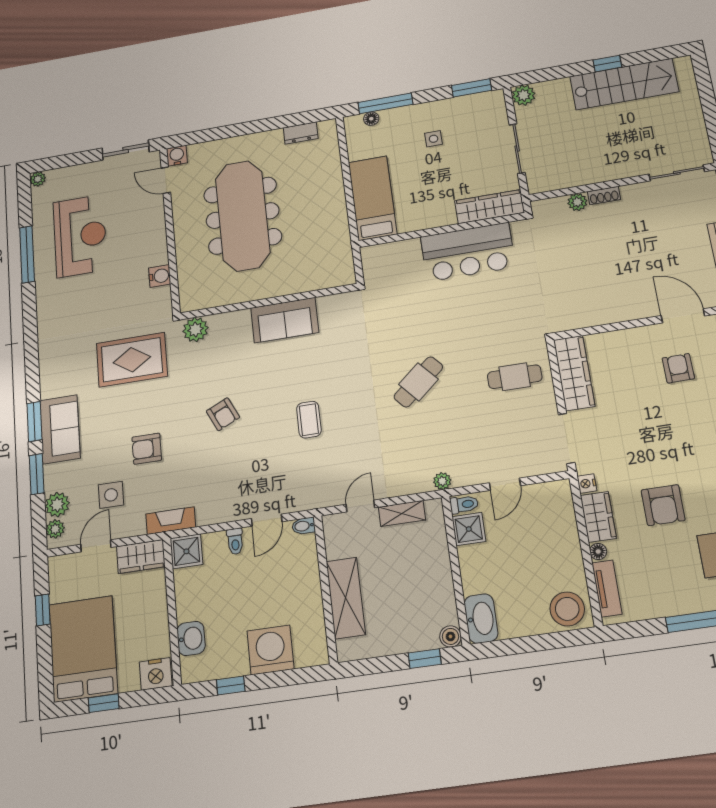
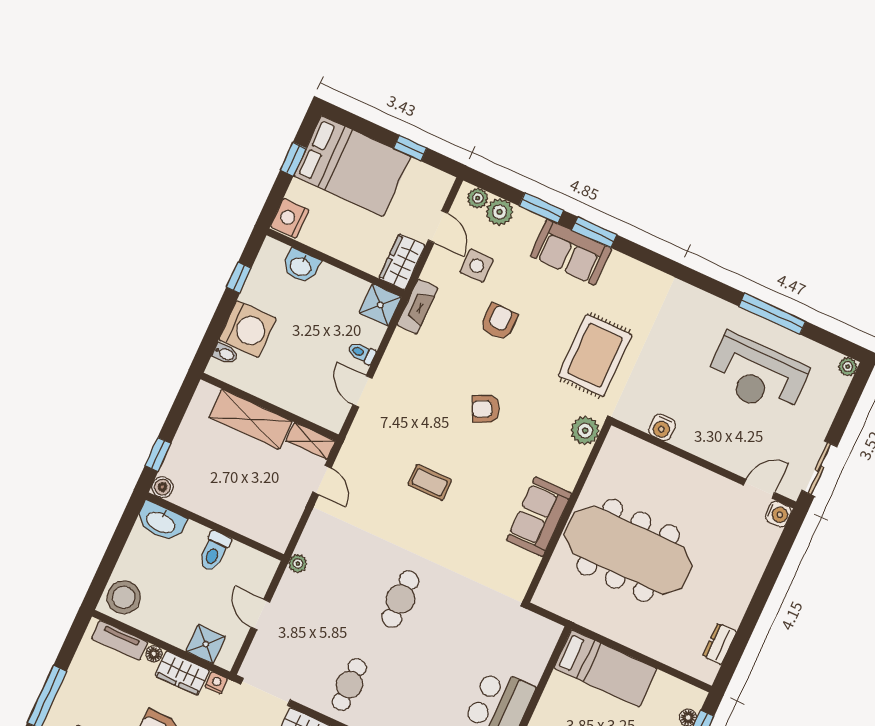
meeting table: (243, 216) -> (628, 550), moved
cafe table: (418, 382) -> (400, 599), turned 41
toilet: (464, 504) -> (214, 551), moved, width x1.37, depth x1.39
shelving: (402, 513) -> (311, 441), moved, turned 90
bidet: (304, 526) -> (225, 354), moved, turned 90
shower: (469, 529) -> (206, 644), moved

